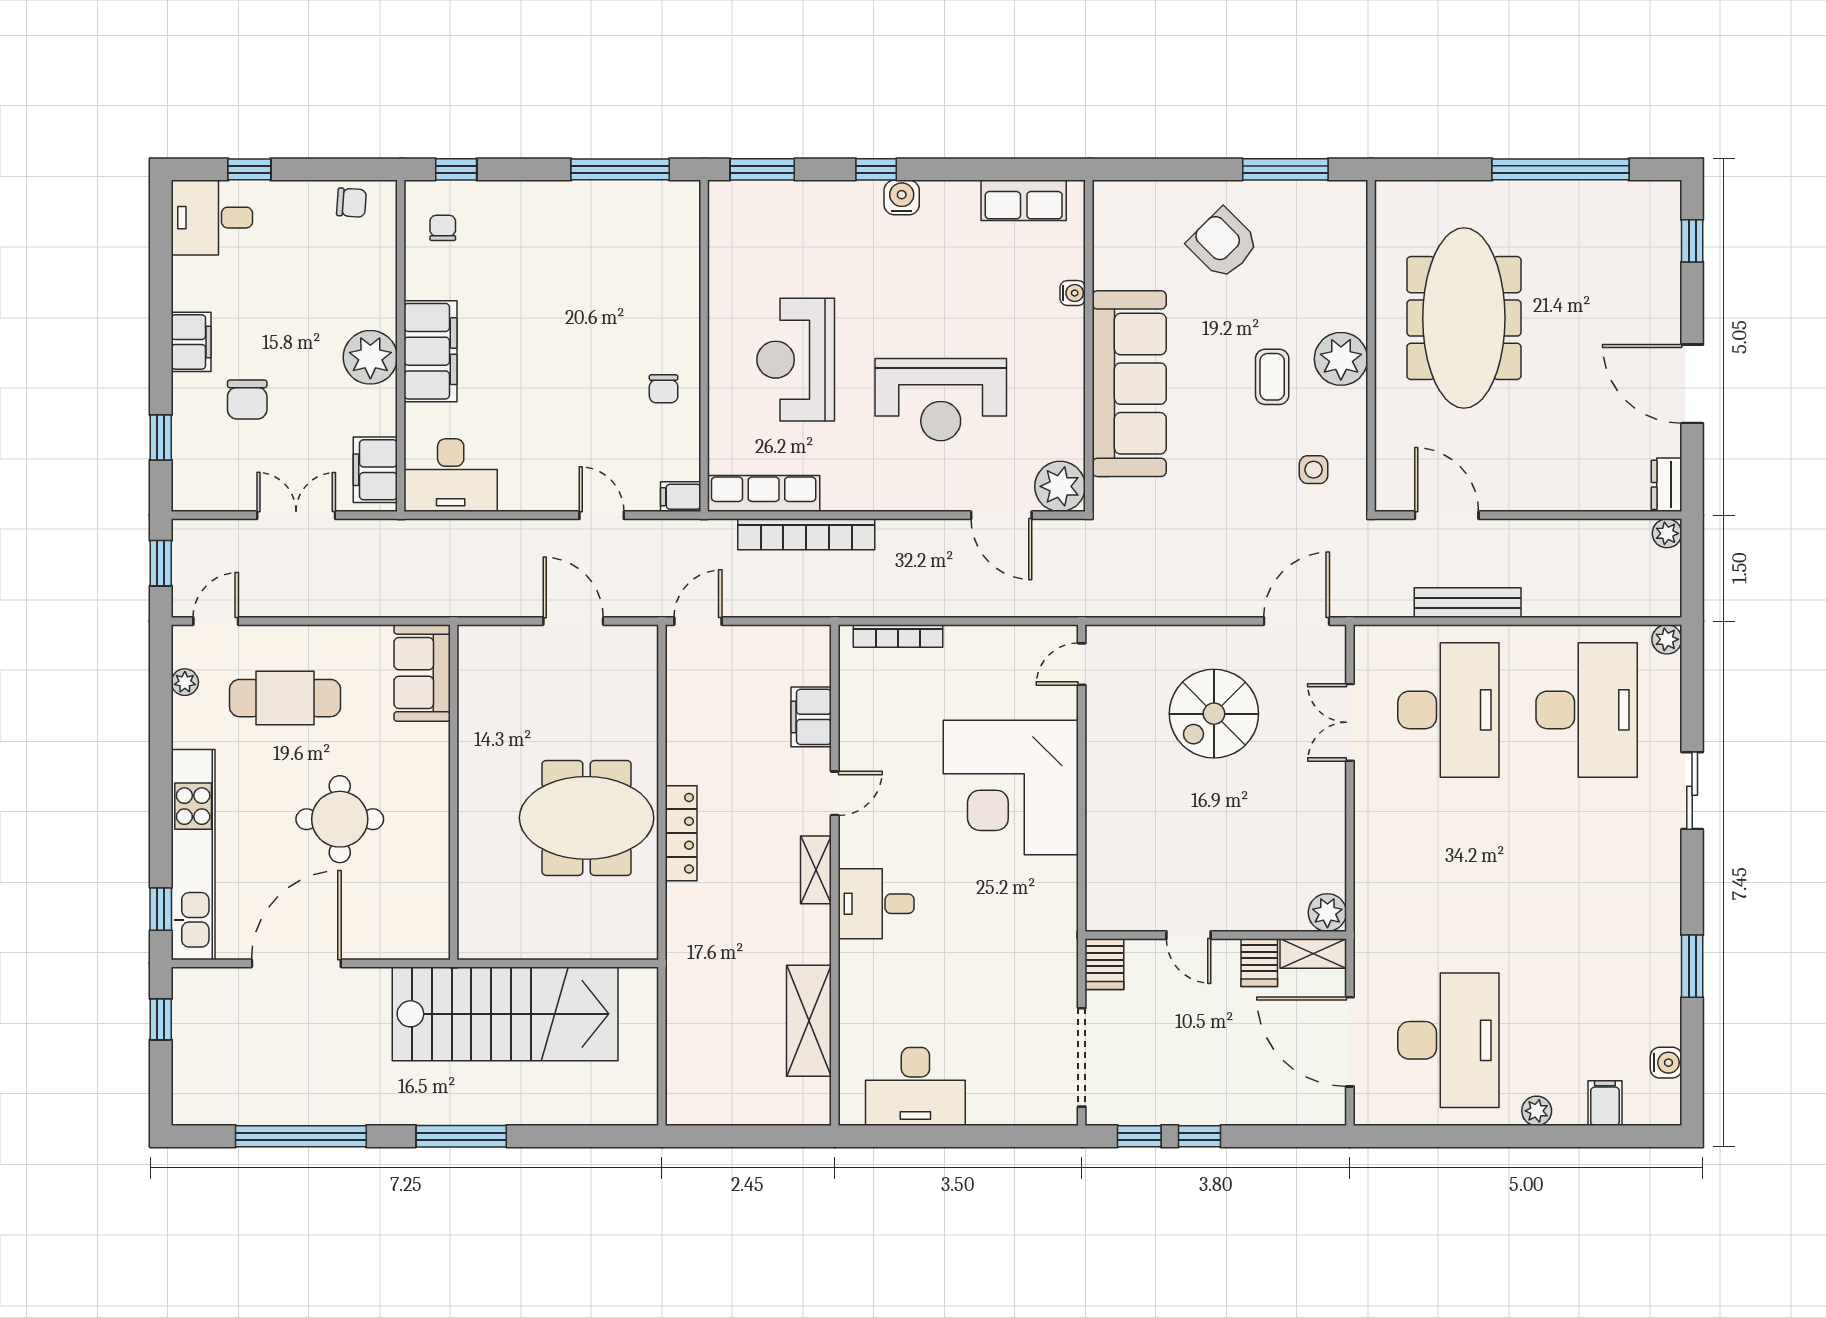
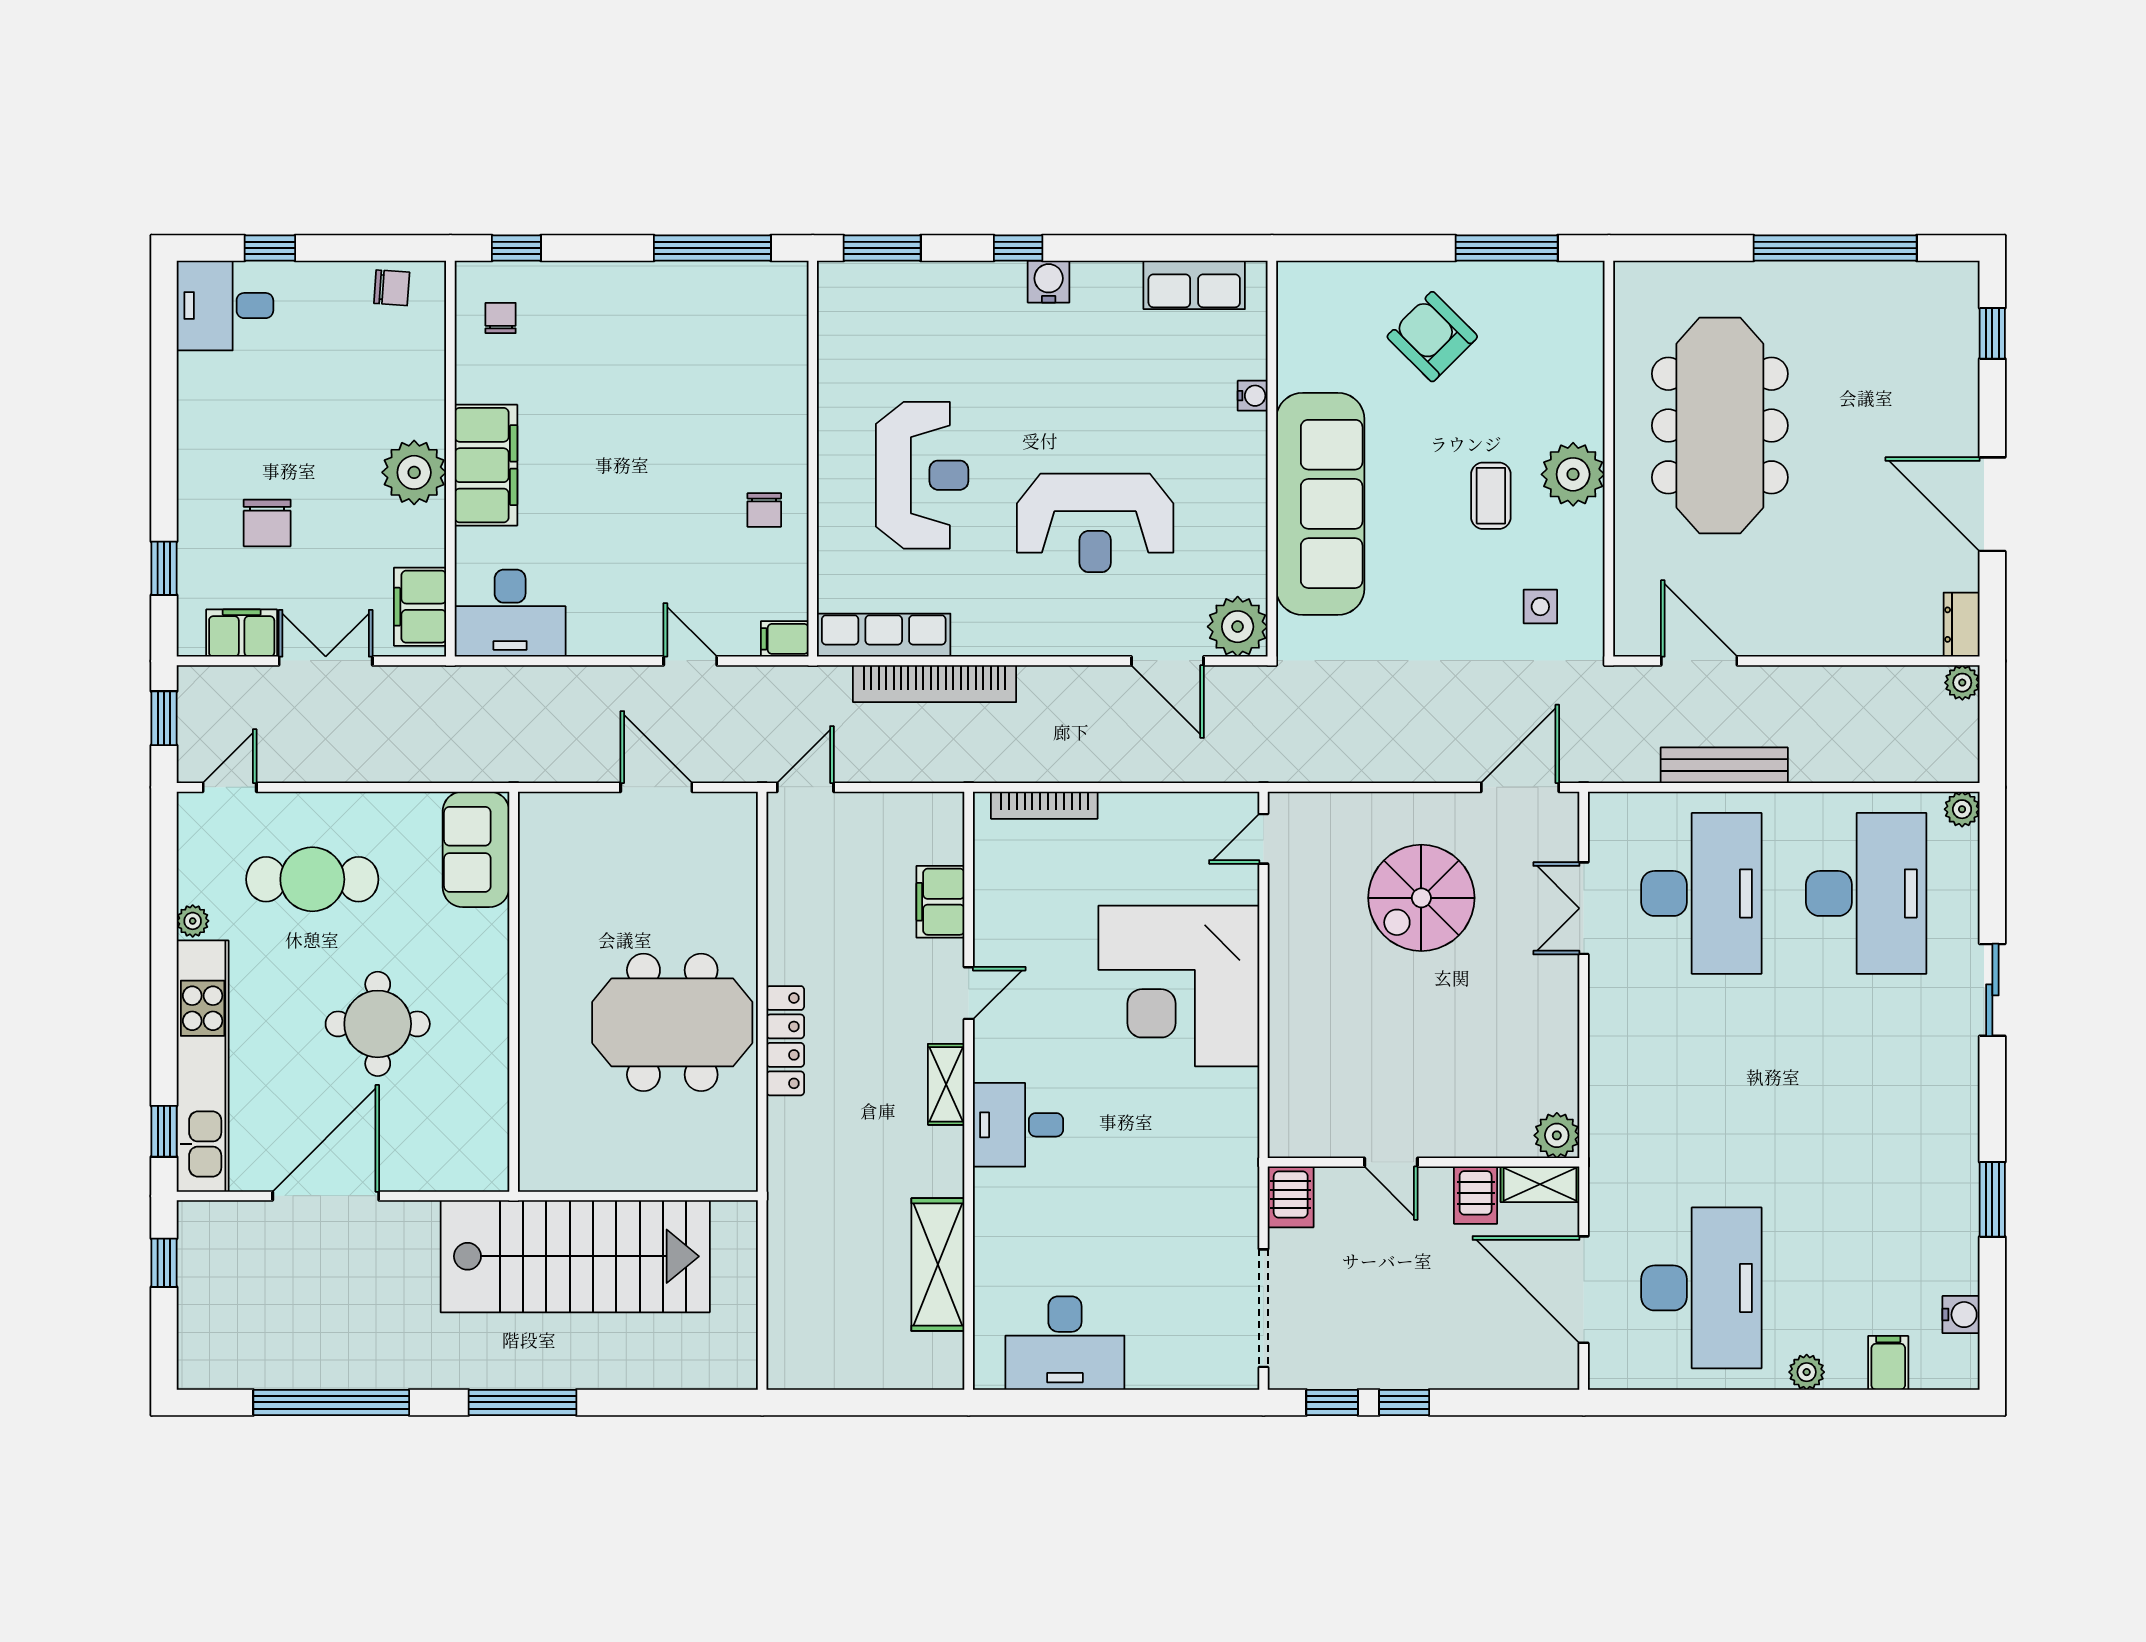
filing cabinet: (191, 342) -> (242, 633), moved, turned -90
reception desk: (796, 360) -> (922, 475), turned 180
plant: (185, 682) -> (193, 921), moved

